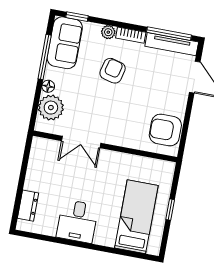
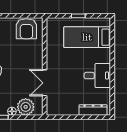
double door: (81, 142) -> (45, 83), swing flipped
dresser: (28, 206) -> (93, 110), width x1.44

